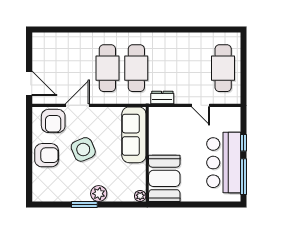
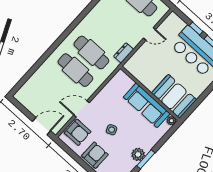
door: (77, 105) -> (82, 109), hinge flipped
sofa: (134, 135) -> (147, 105), moved
side table: (83, 149) -> (112, 130), width x0.54, depth x0.54
plant: (99, 194) -> (138, 154), moved

